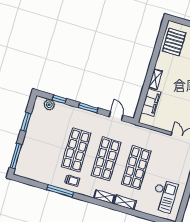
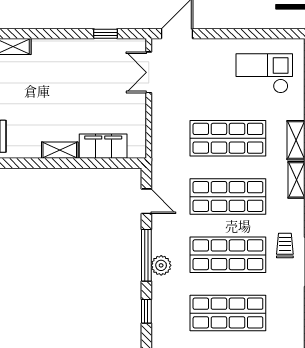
plant: (49, 105) -> (161, 265), moved
window: (88, 108) -> (146, 255), width x1.44
door: (116, 116) -> (146, 201), swing flipped
shop shelf: (46, 141) -> (228, 313), added

